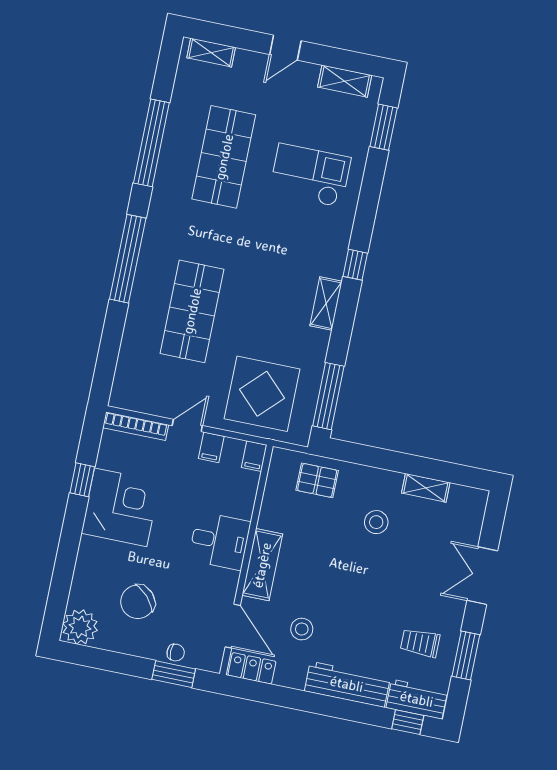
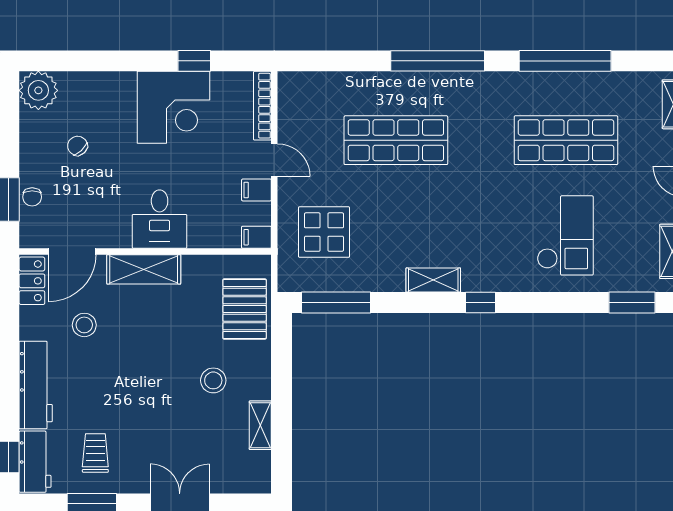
display table: (262, 394) -> (324, 232), width x0.73, depth x0.73
pallet: (317, 480) -> (245, 309), width x1.50, depth x1.42
chair: (138, 602) -> (77, 146), width x0.54, depth x0.54

